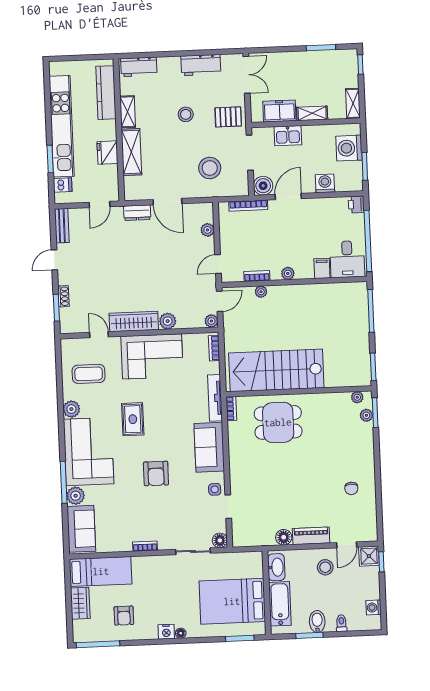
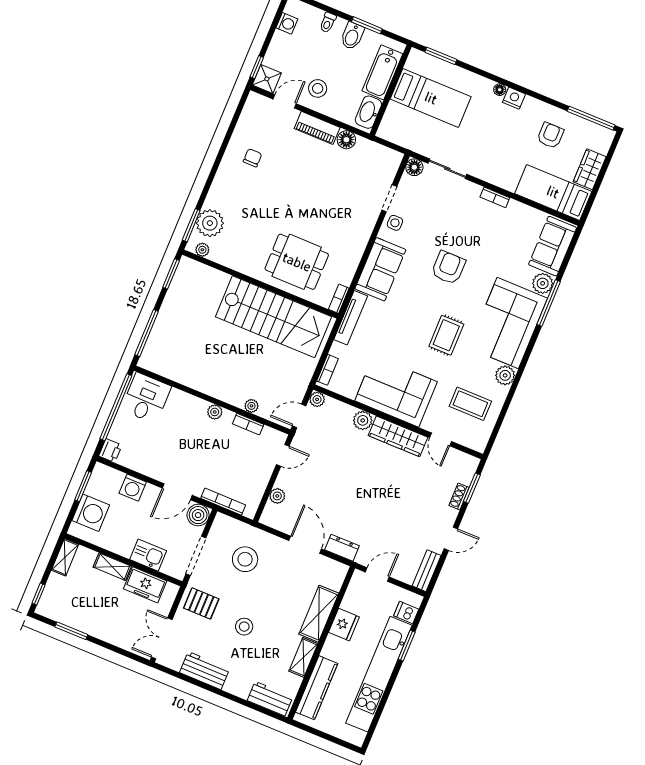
filing cabinet: (322, 268) -> (177, 401), removed
plant: (366, 415) -> (210, 223), width x1.87, depth x1.87
bed: (232, 601) -> (431, 98), width x0.67

